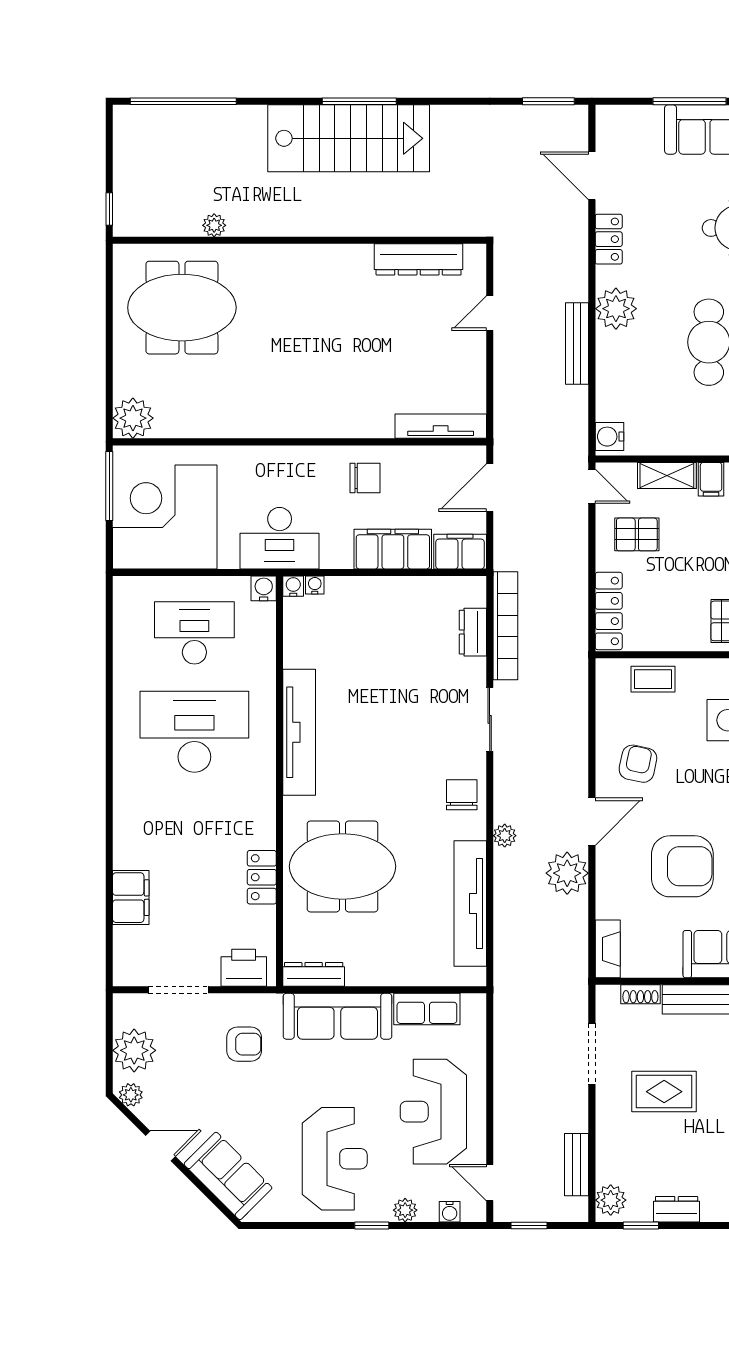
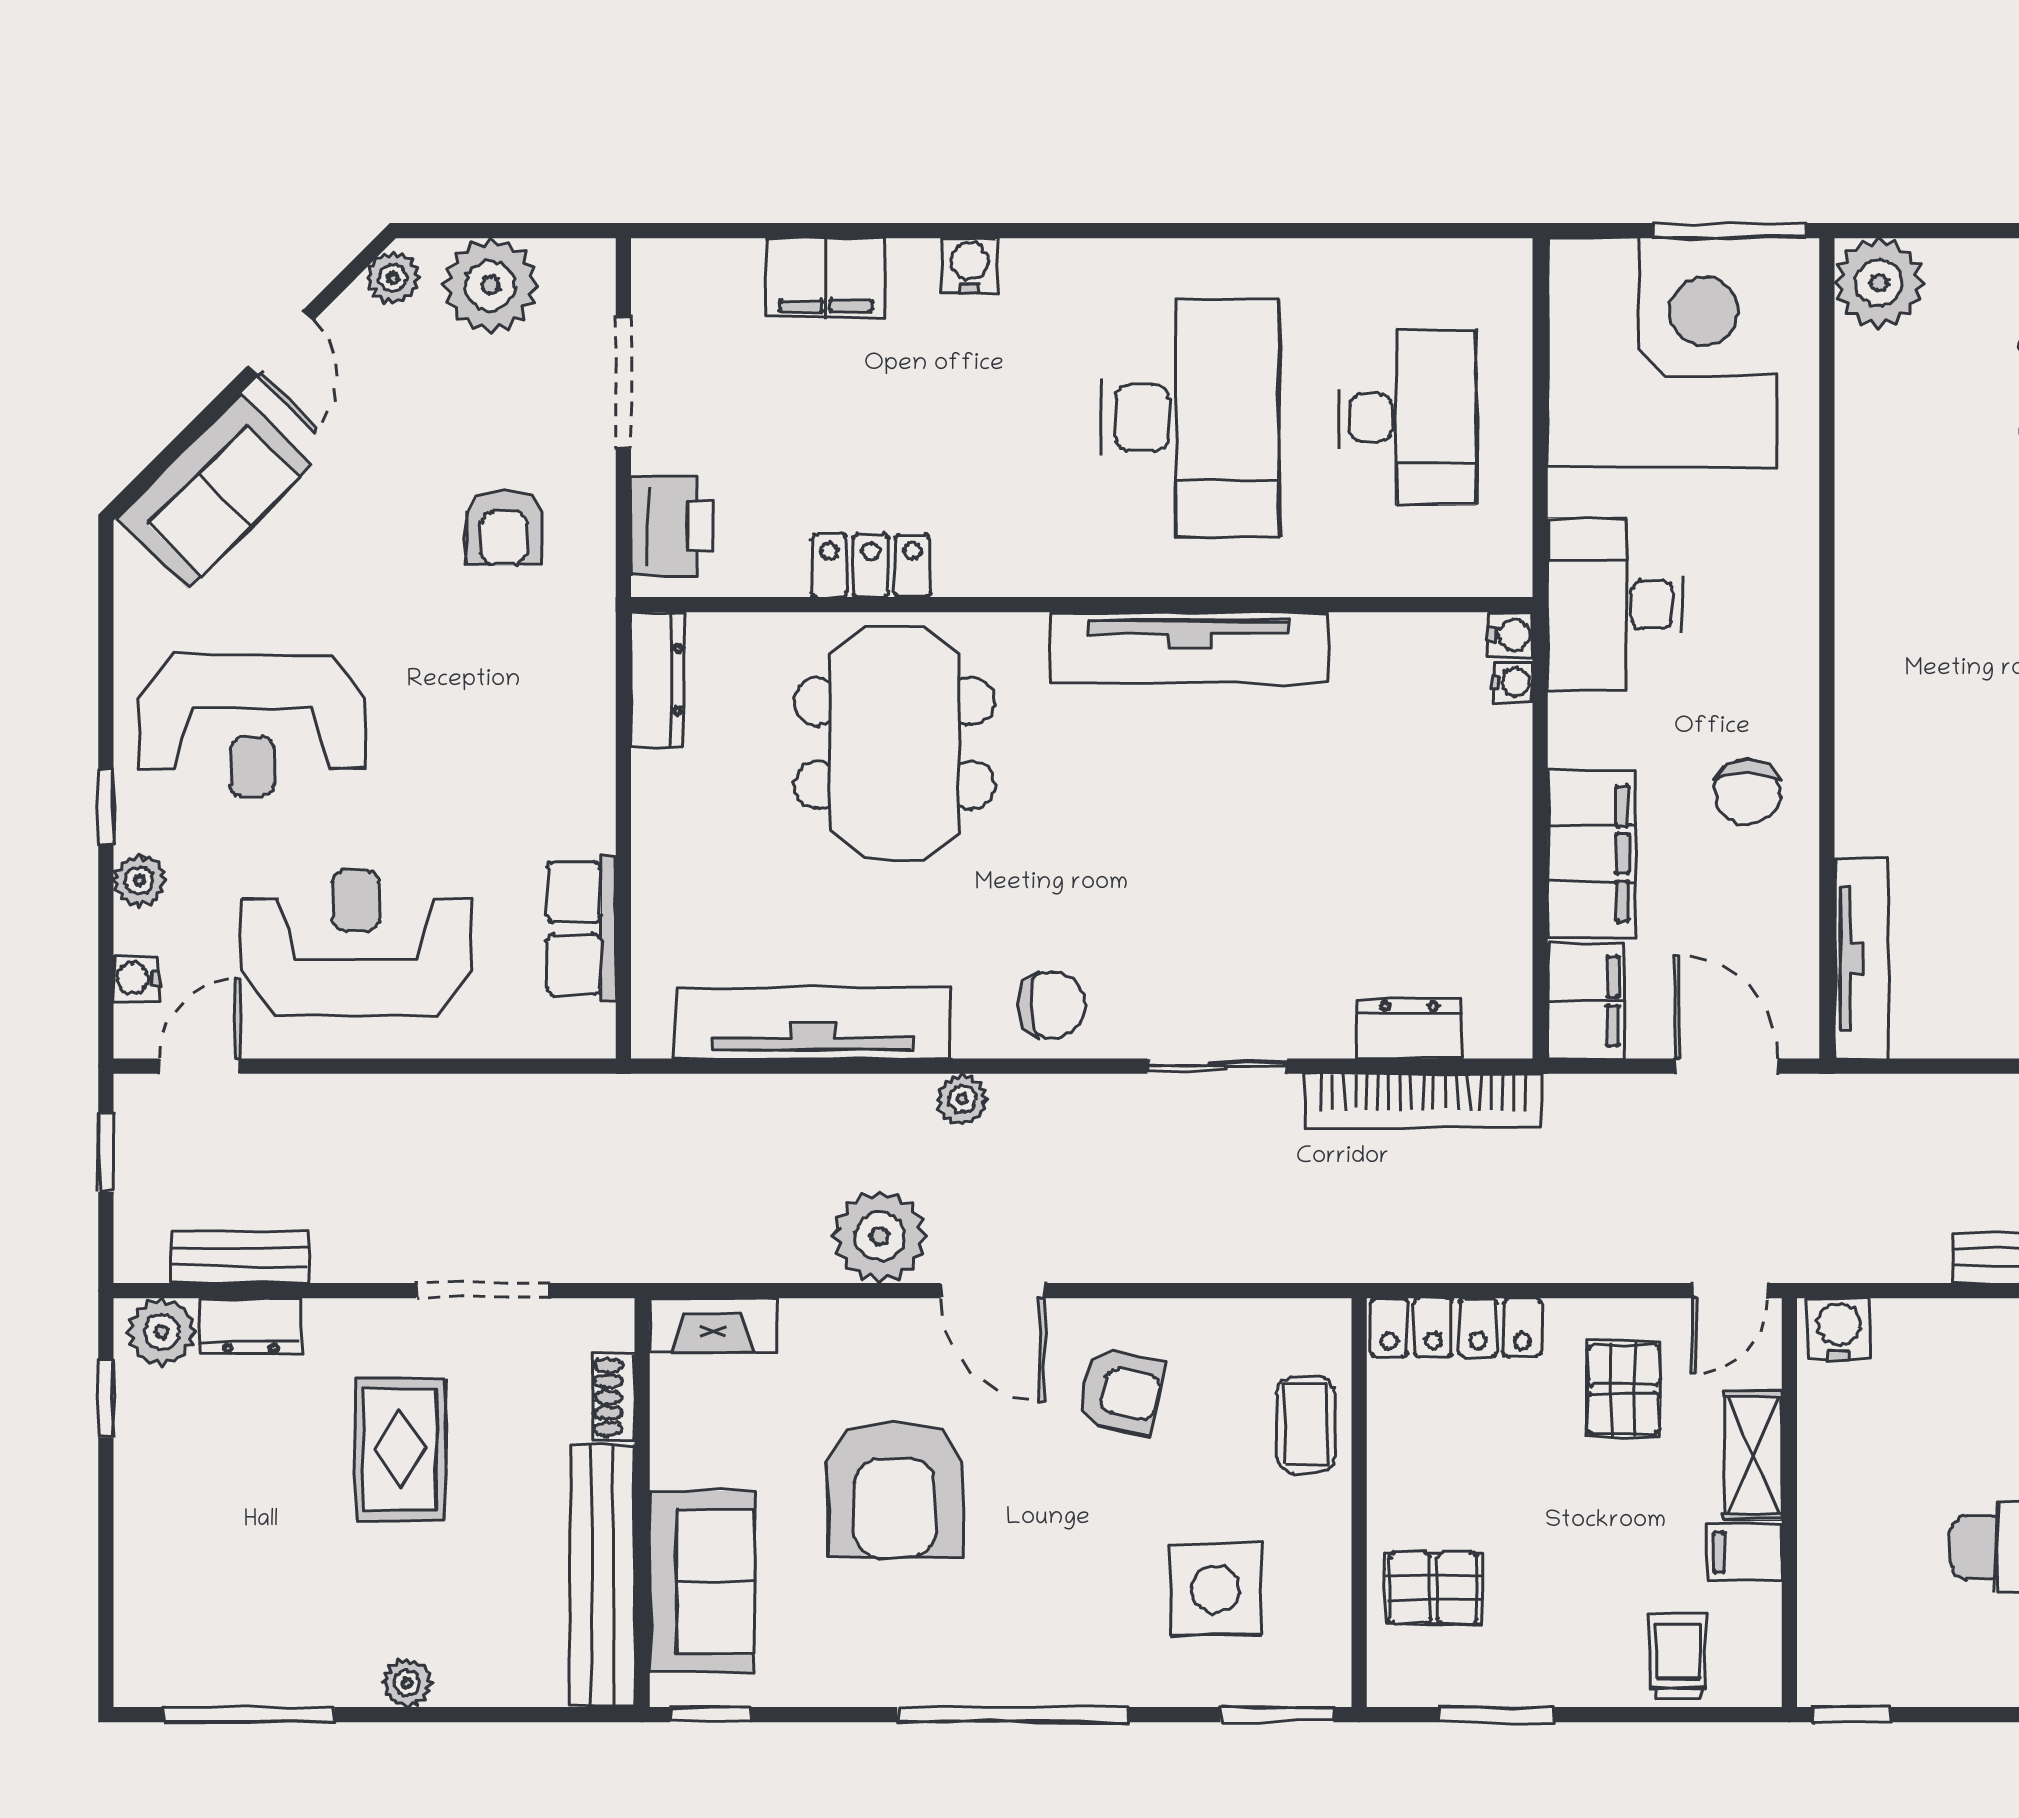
water cooler: (264, 588) -> (970, 265), moved, turned -90
sofa: (337, 1016) -> (565, 732), removed
dresser: (677, 1209) -> (251, 1326), moved, turned 90

